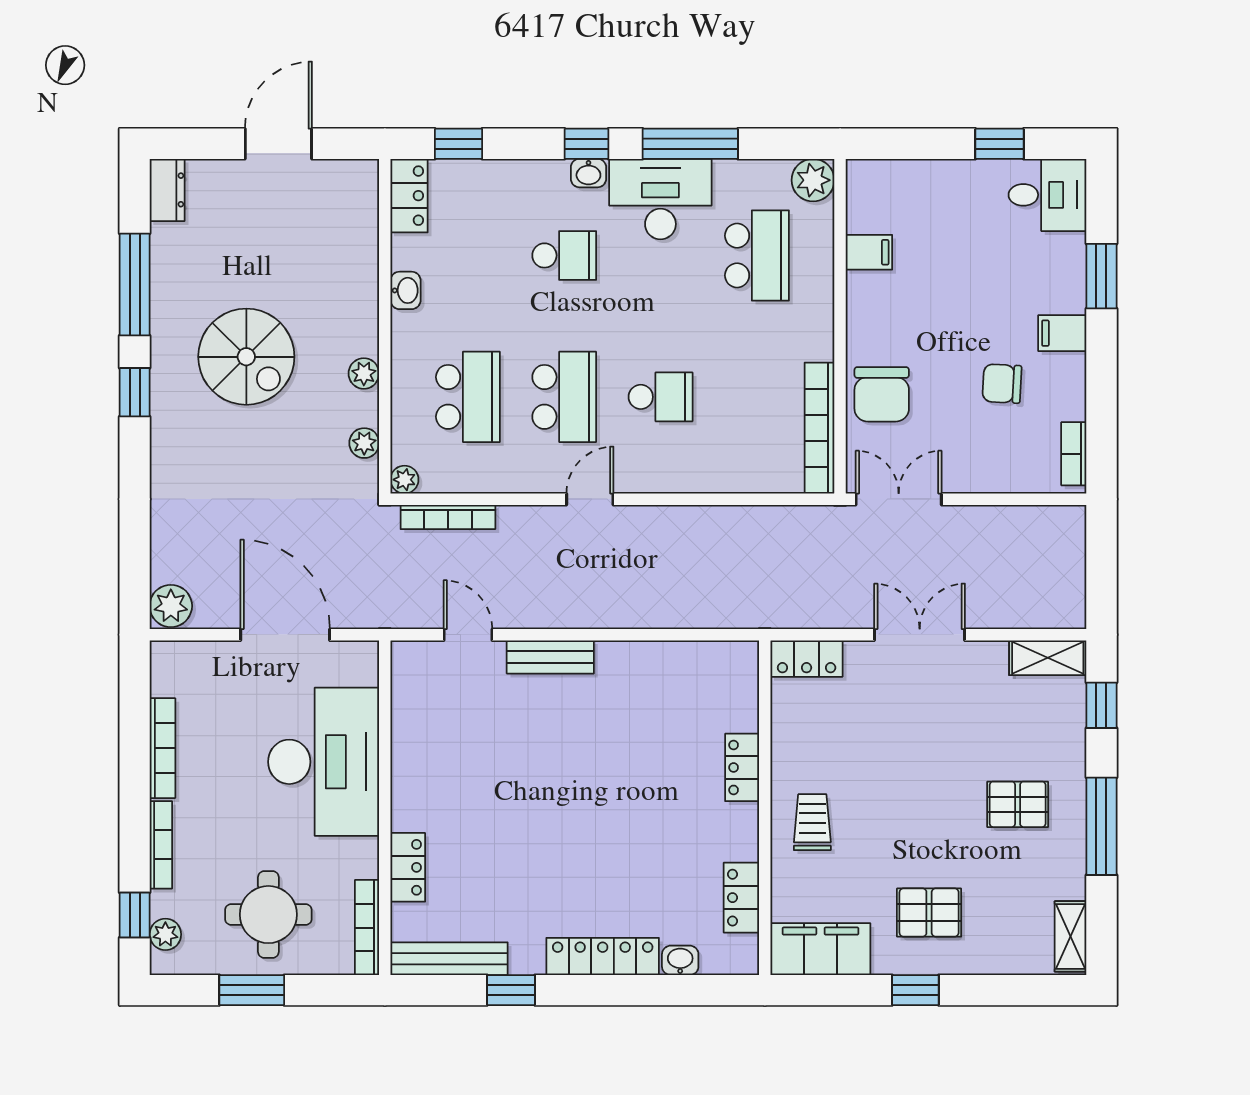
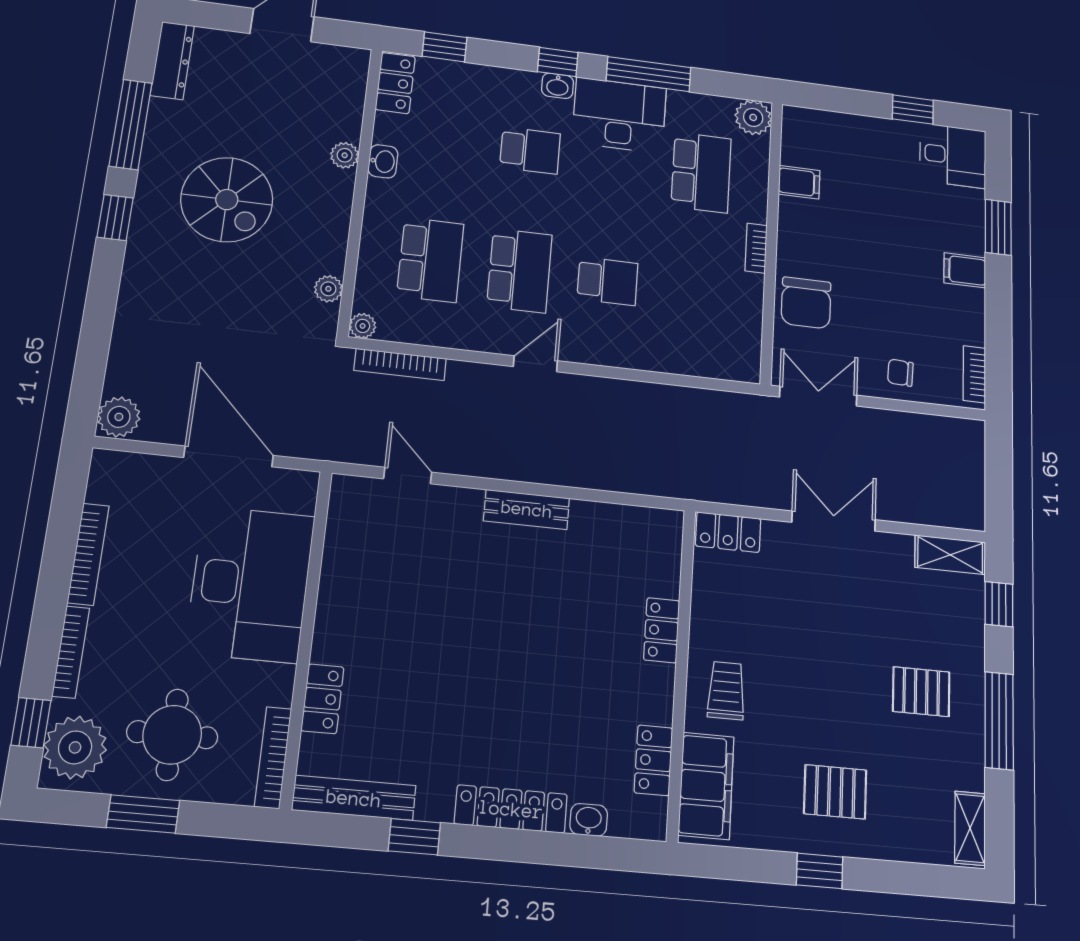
dresser: (167, 190) -> (172, 60), width x1.44
plant: (364, 373) -> (345, 155), moved
chair: (1002, 384) -> (900, 373), moved, width x0.73, depth x0.73
bookcase: (819, 428) -> (756, 248), moved, width x0.43, depth x0.76
bench: (550, 657) -> (527, 509), moved
plant: (165, 934) -> (75, 747), width x1.88, depth x1.88
filing cabinet: (820, 949) -> (706, 786), moved, turned 90

